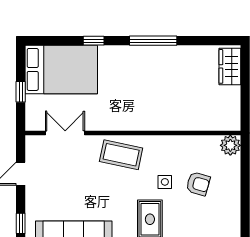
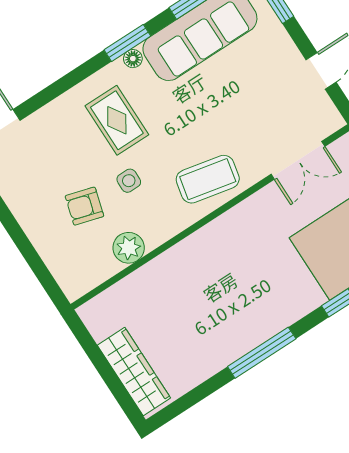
wardrobe: (230, 66) -> (134, 372), width x1.50
plant: (230, 145) -> (129, 248), moved

